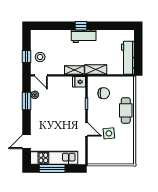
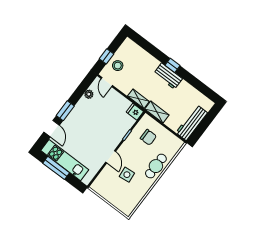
window: (27, 101) -> (65, 111), moved
door: (27, 142) -> (52, 129), swing flipped

